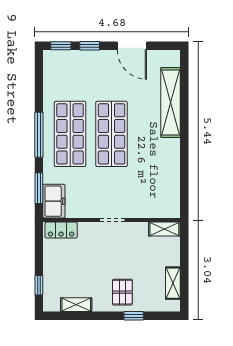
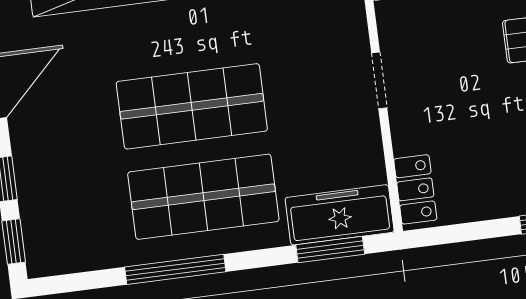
window: (39, 135) -> (175, 269), moved
freezer: (54, 201) -> (340, 215), width x1.40

